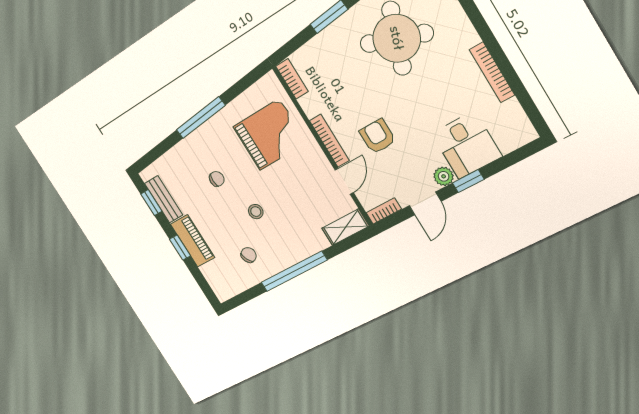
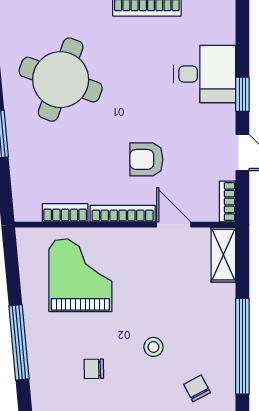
bookcase: (292, 79) -> (65, 213), moved
plant: (444, 176) -> (224, 116), removed
chair: (217, 179) -> (94, 369), turned -91

